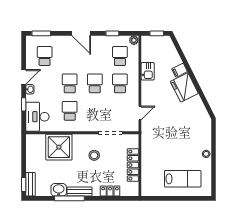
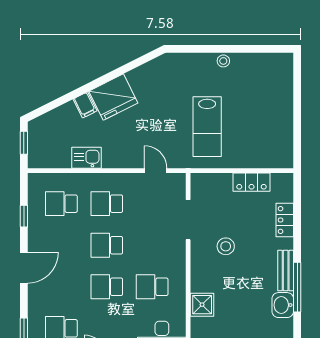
plant: (134, 40) -> (35, 181), removed
shower: (59, 147) -> (202, 305), width x0.54, depth x0.54
locker: (133, 165) -> (251, 182), width x0.66
lab bench: (183, 179) -> (207, 127), moved, turned 180

